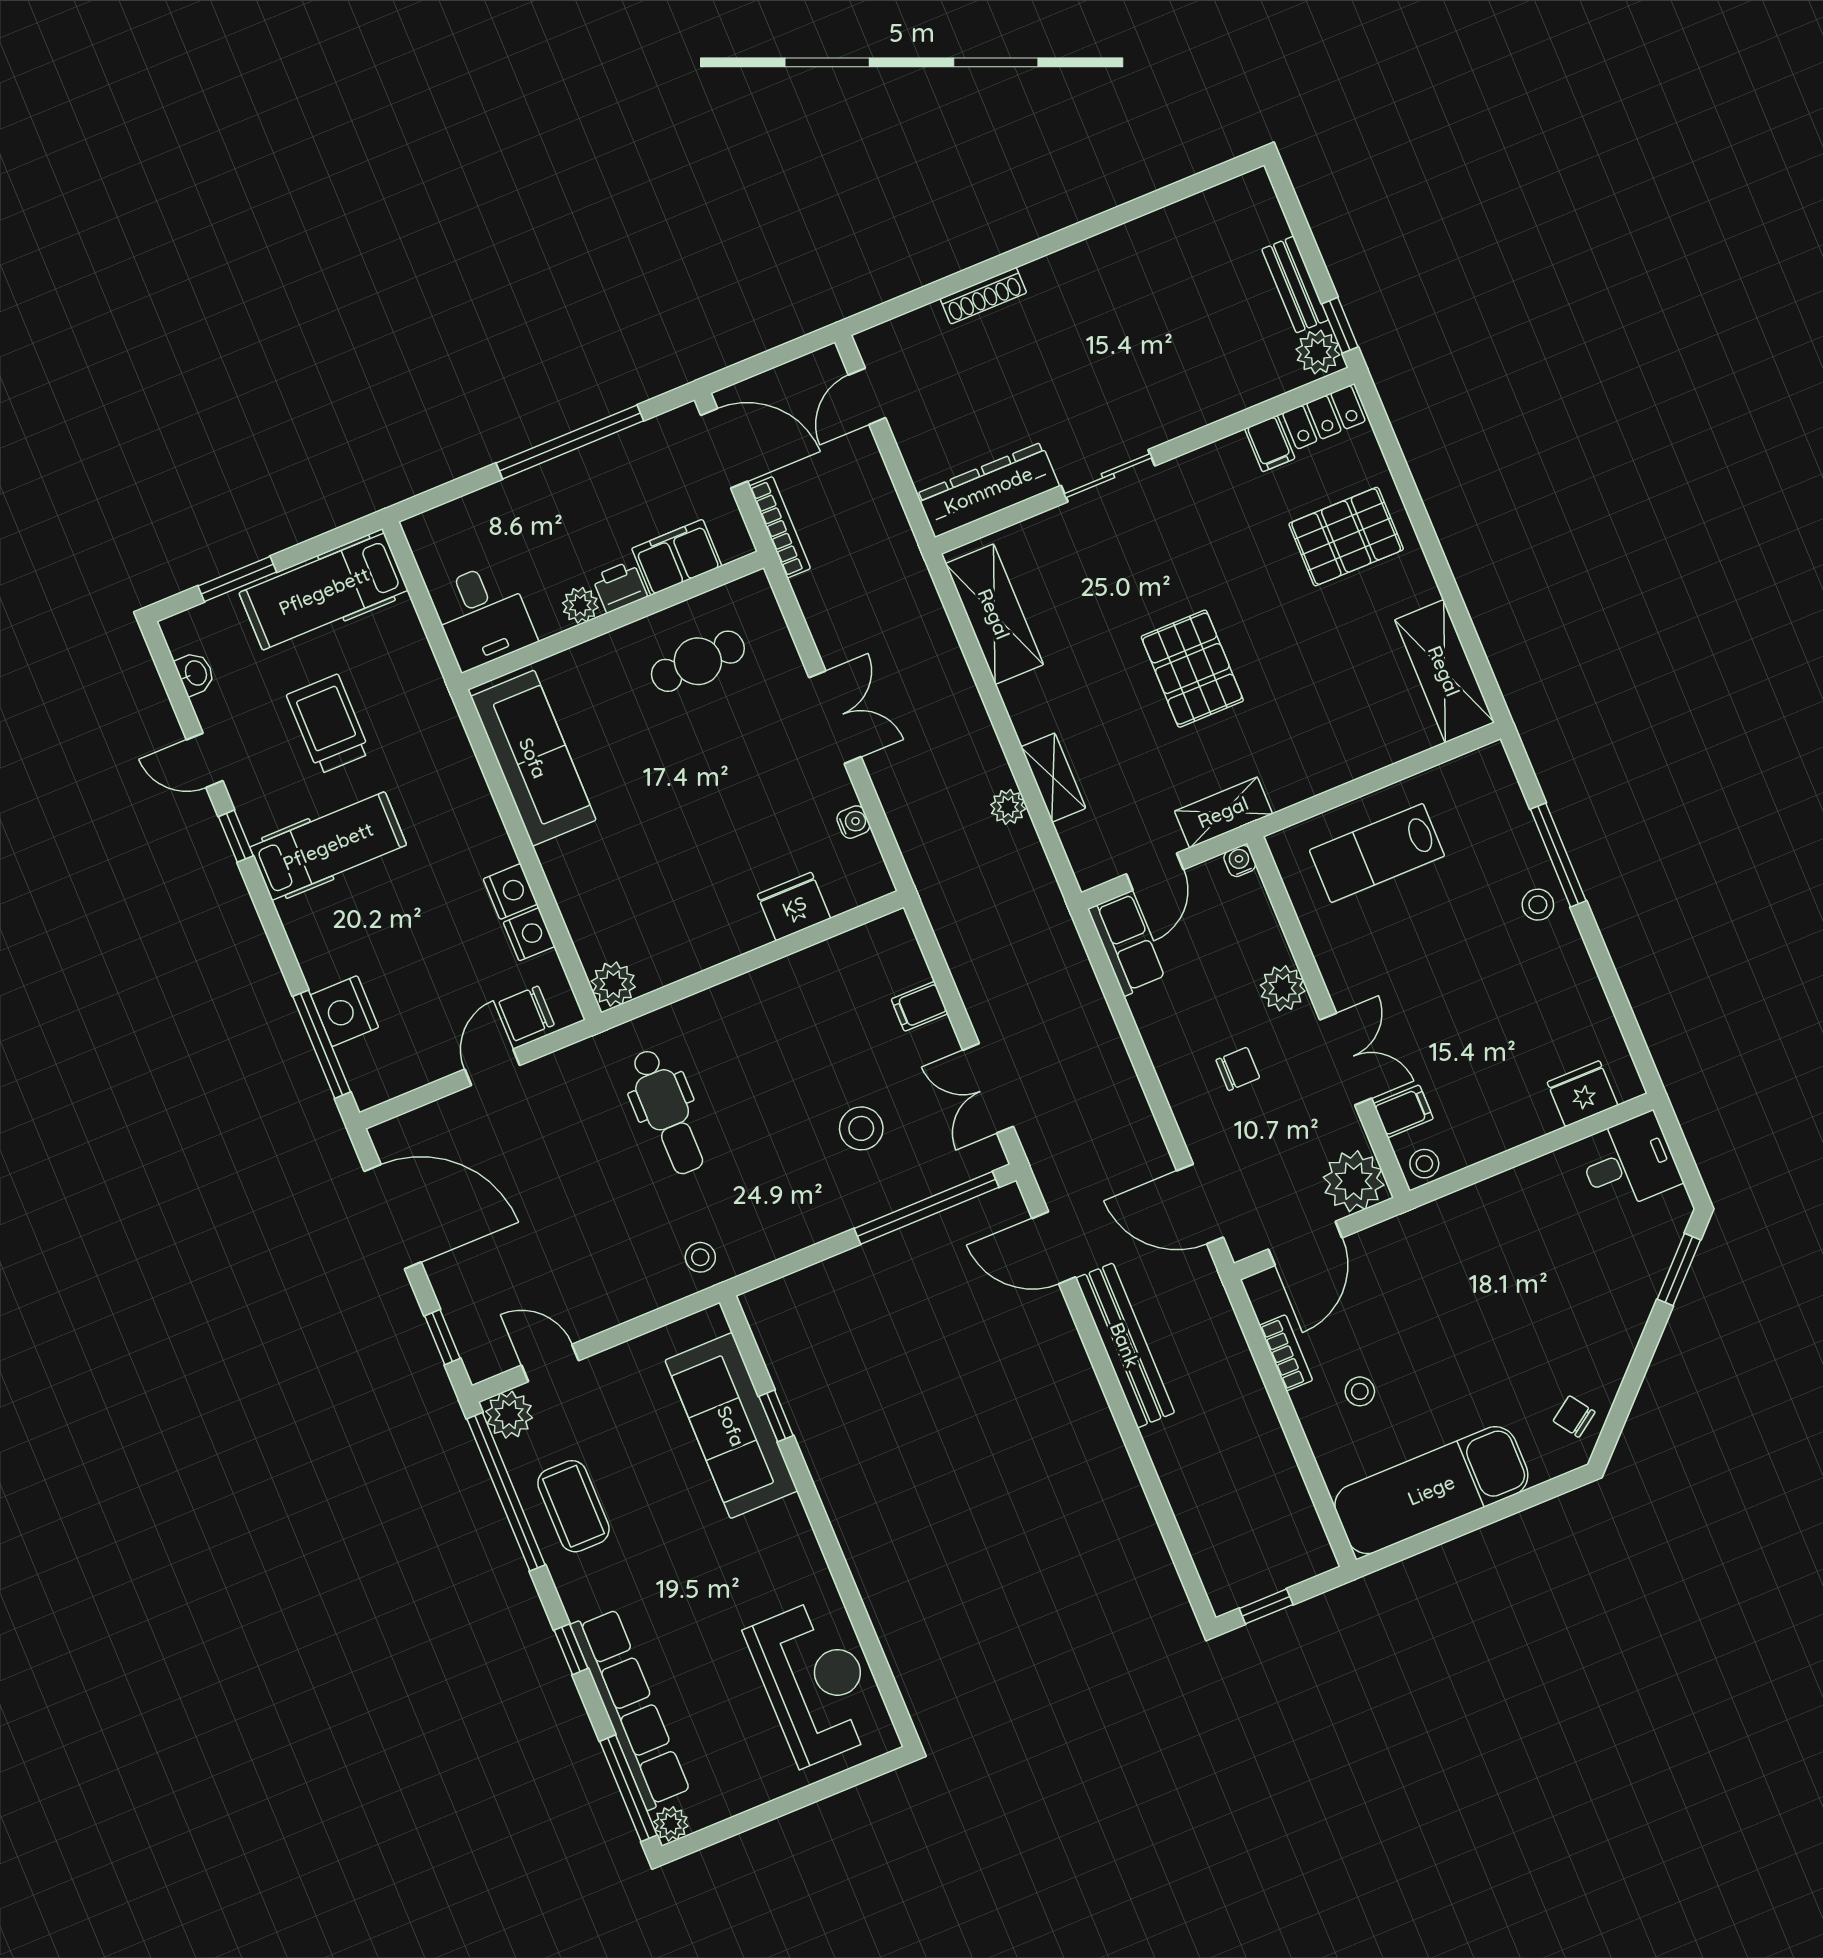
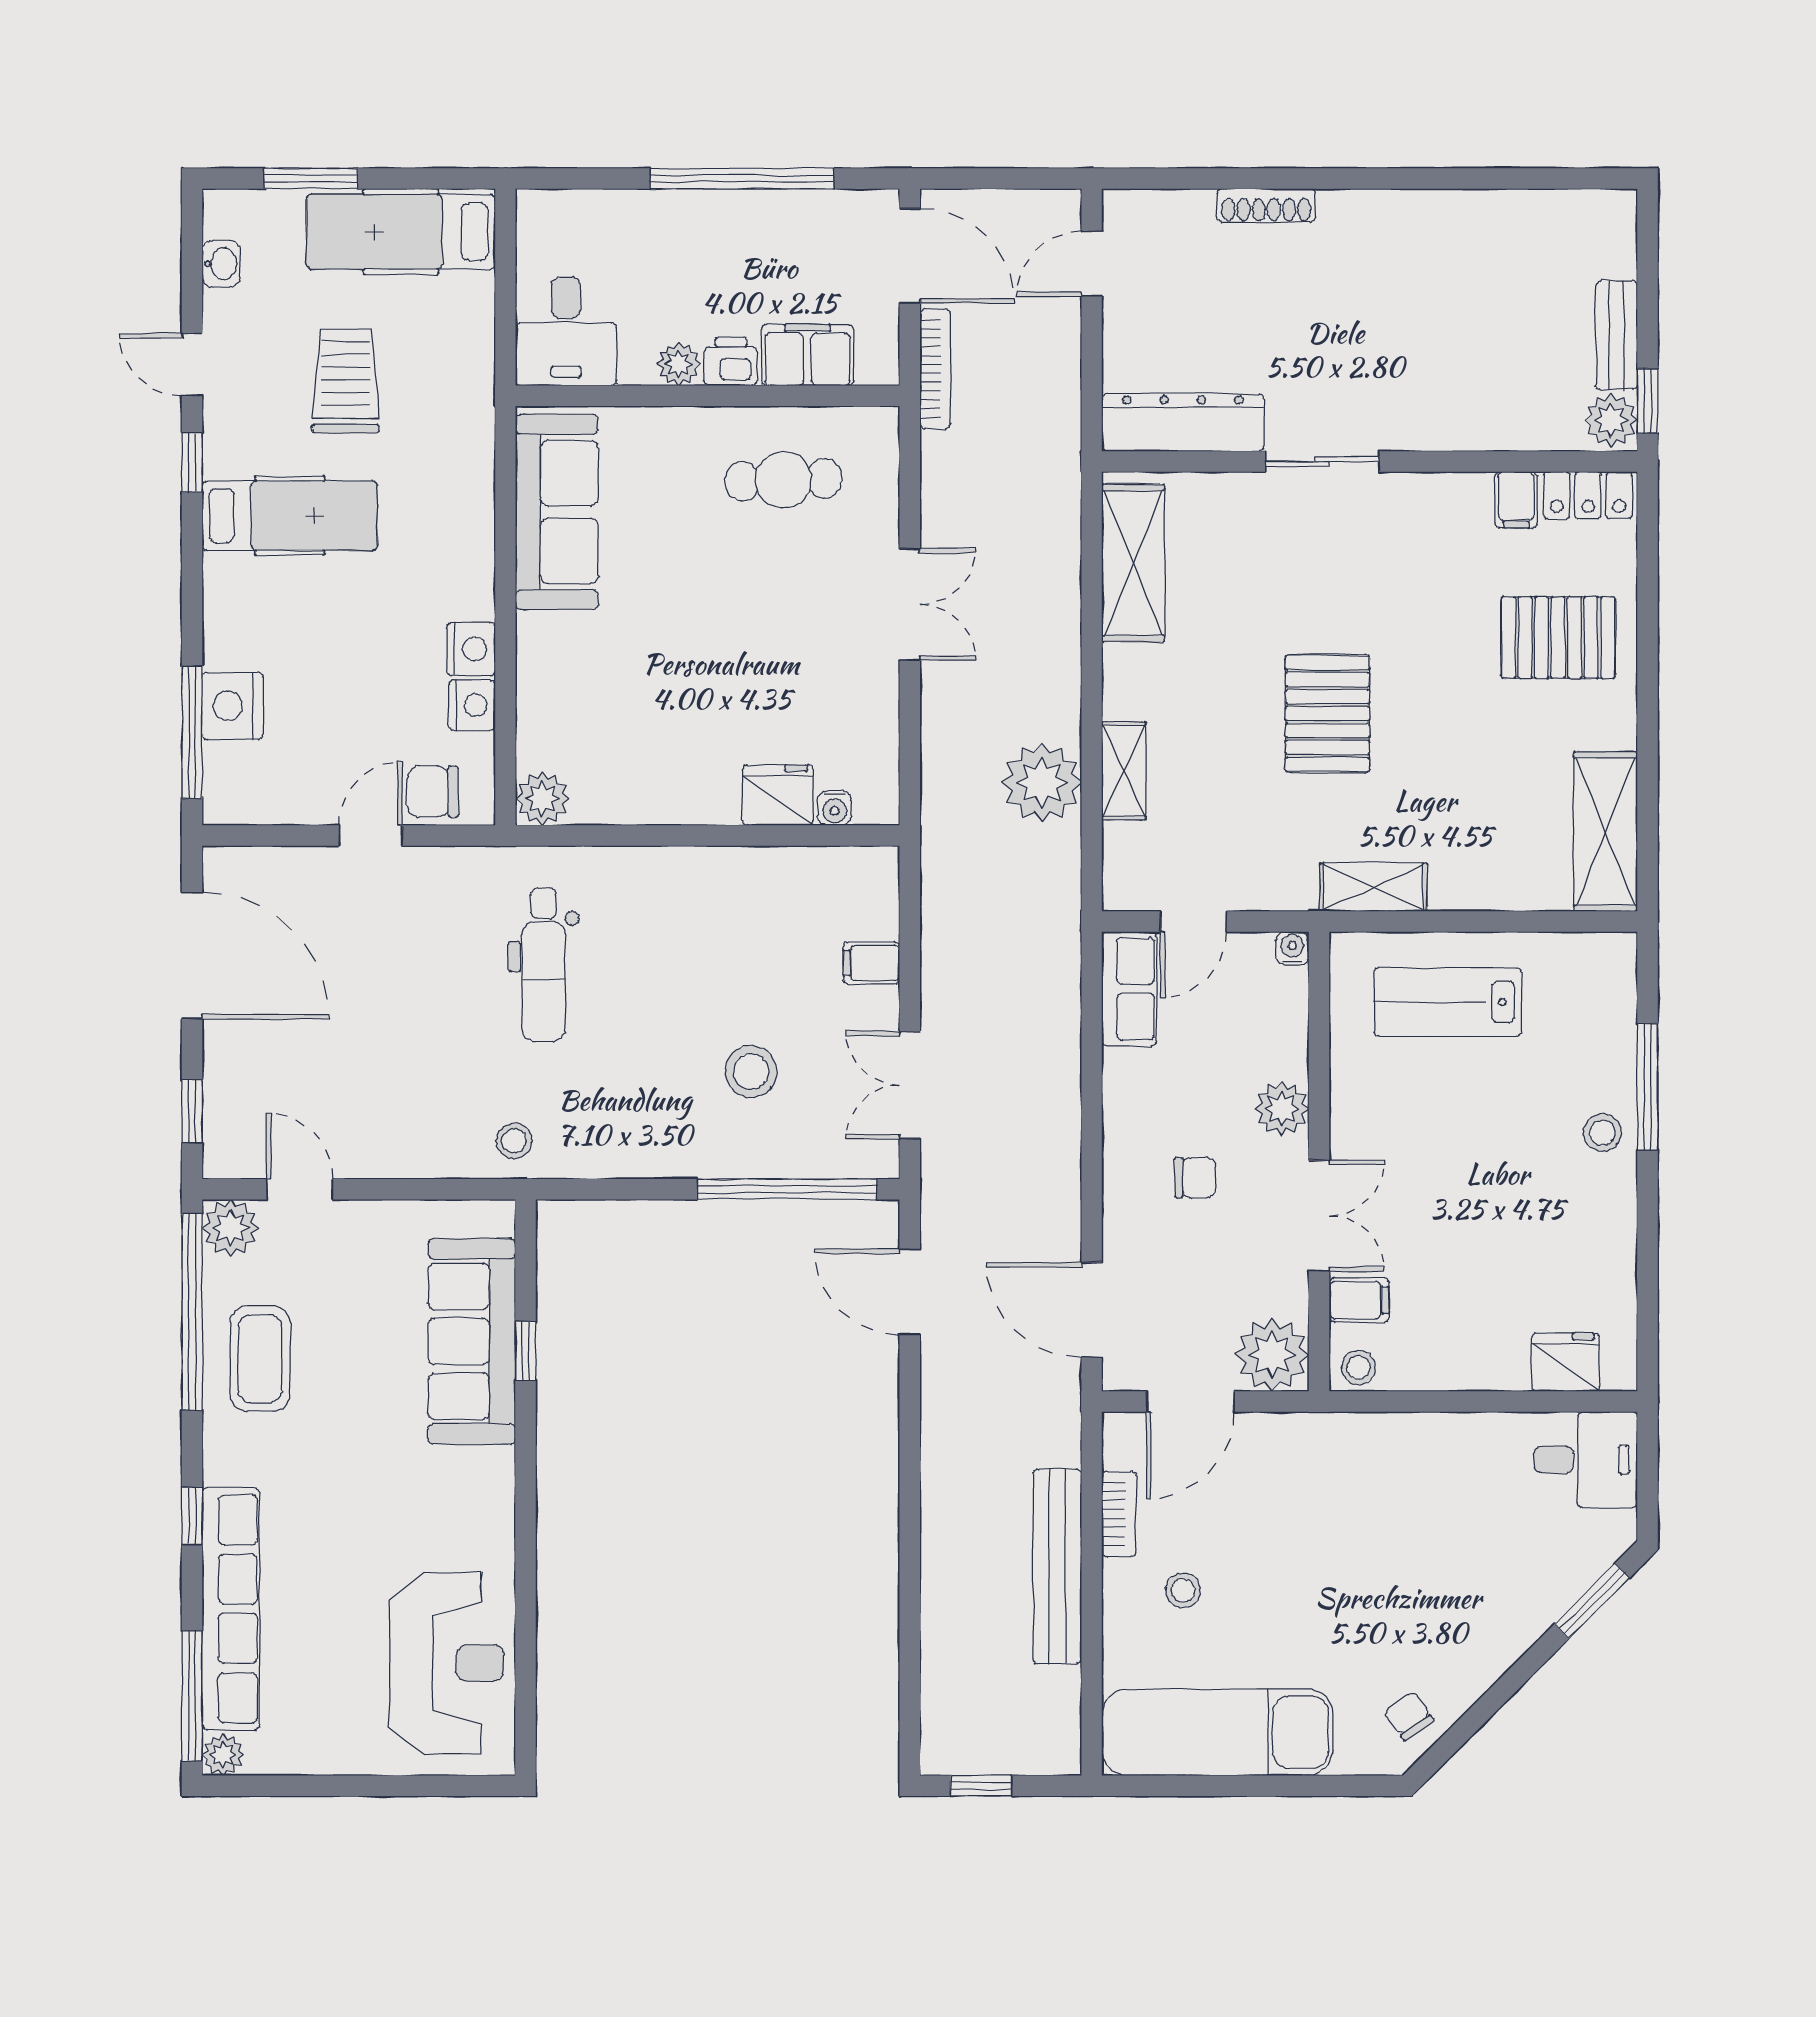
plant: (1008, 807) -> (1042, 783), width x1.87, depth x1.87
shelving: (1223, 812) -> (1373, 887), moved
water cooler: (853, 822) -> (834, 808), moved, turned 90
bench: (1125, 1345) -> (1057, 1566), moved

